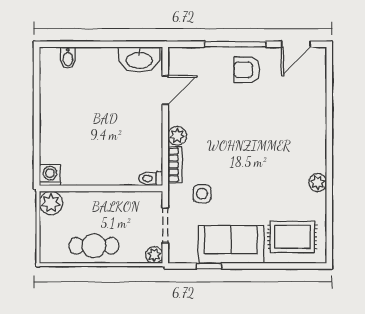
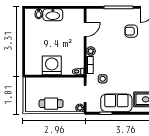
washbasin: (139, 60) -> (53, 15), moved
armchair: (247, 70) -> (131, 31), moved
washing machine: (50, 175) -> (52, 65), moved, width x1.89, depth x1.89
plant: (51, 203) -> (31, 83), removed

